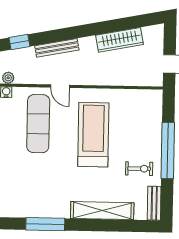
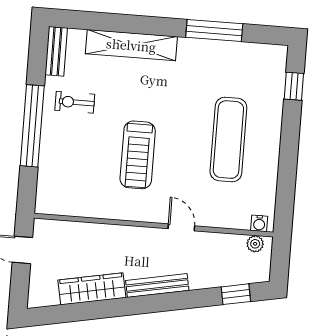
bench: (57, 48) -> (157, 286), moved
exercise mat: (38, 124) -> (228, 140), moved
treadmill: (93, 135) -> (138, 155), width x0.73, depth x0.73

